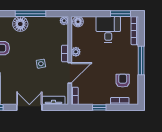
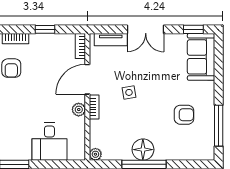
floor lamp: (78, 22) -> (76, 153), removed
floor lamp: (20, 24) -> (143, 150), moved
desk: (108, 29) -> (49, 142), moved

